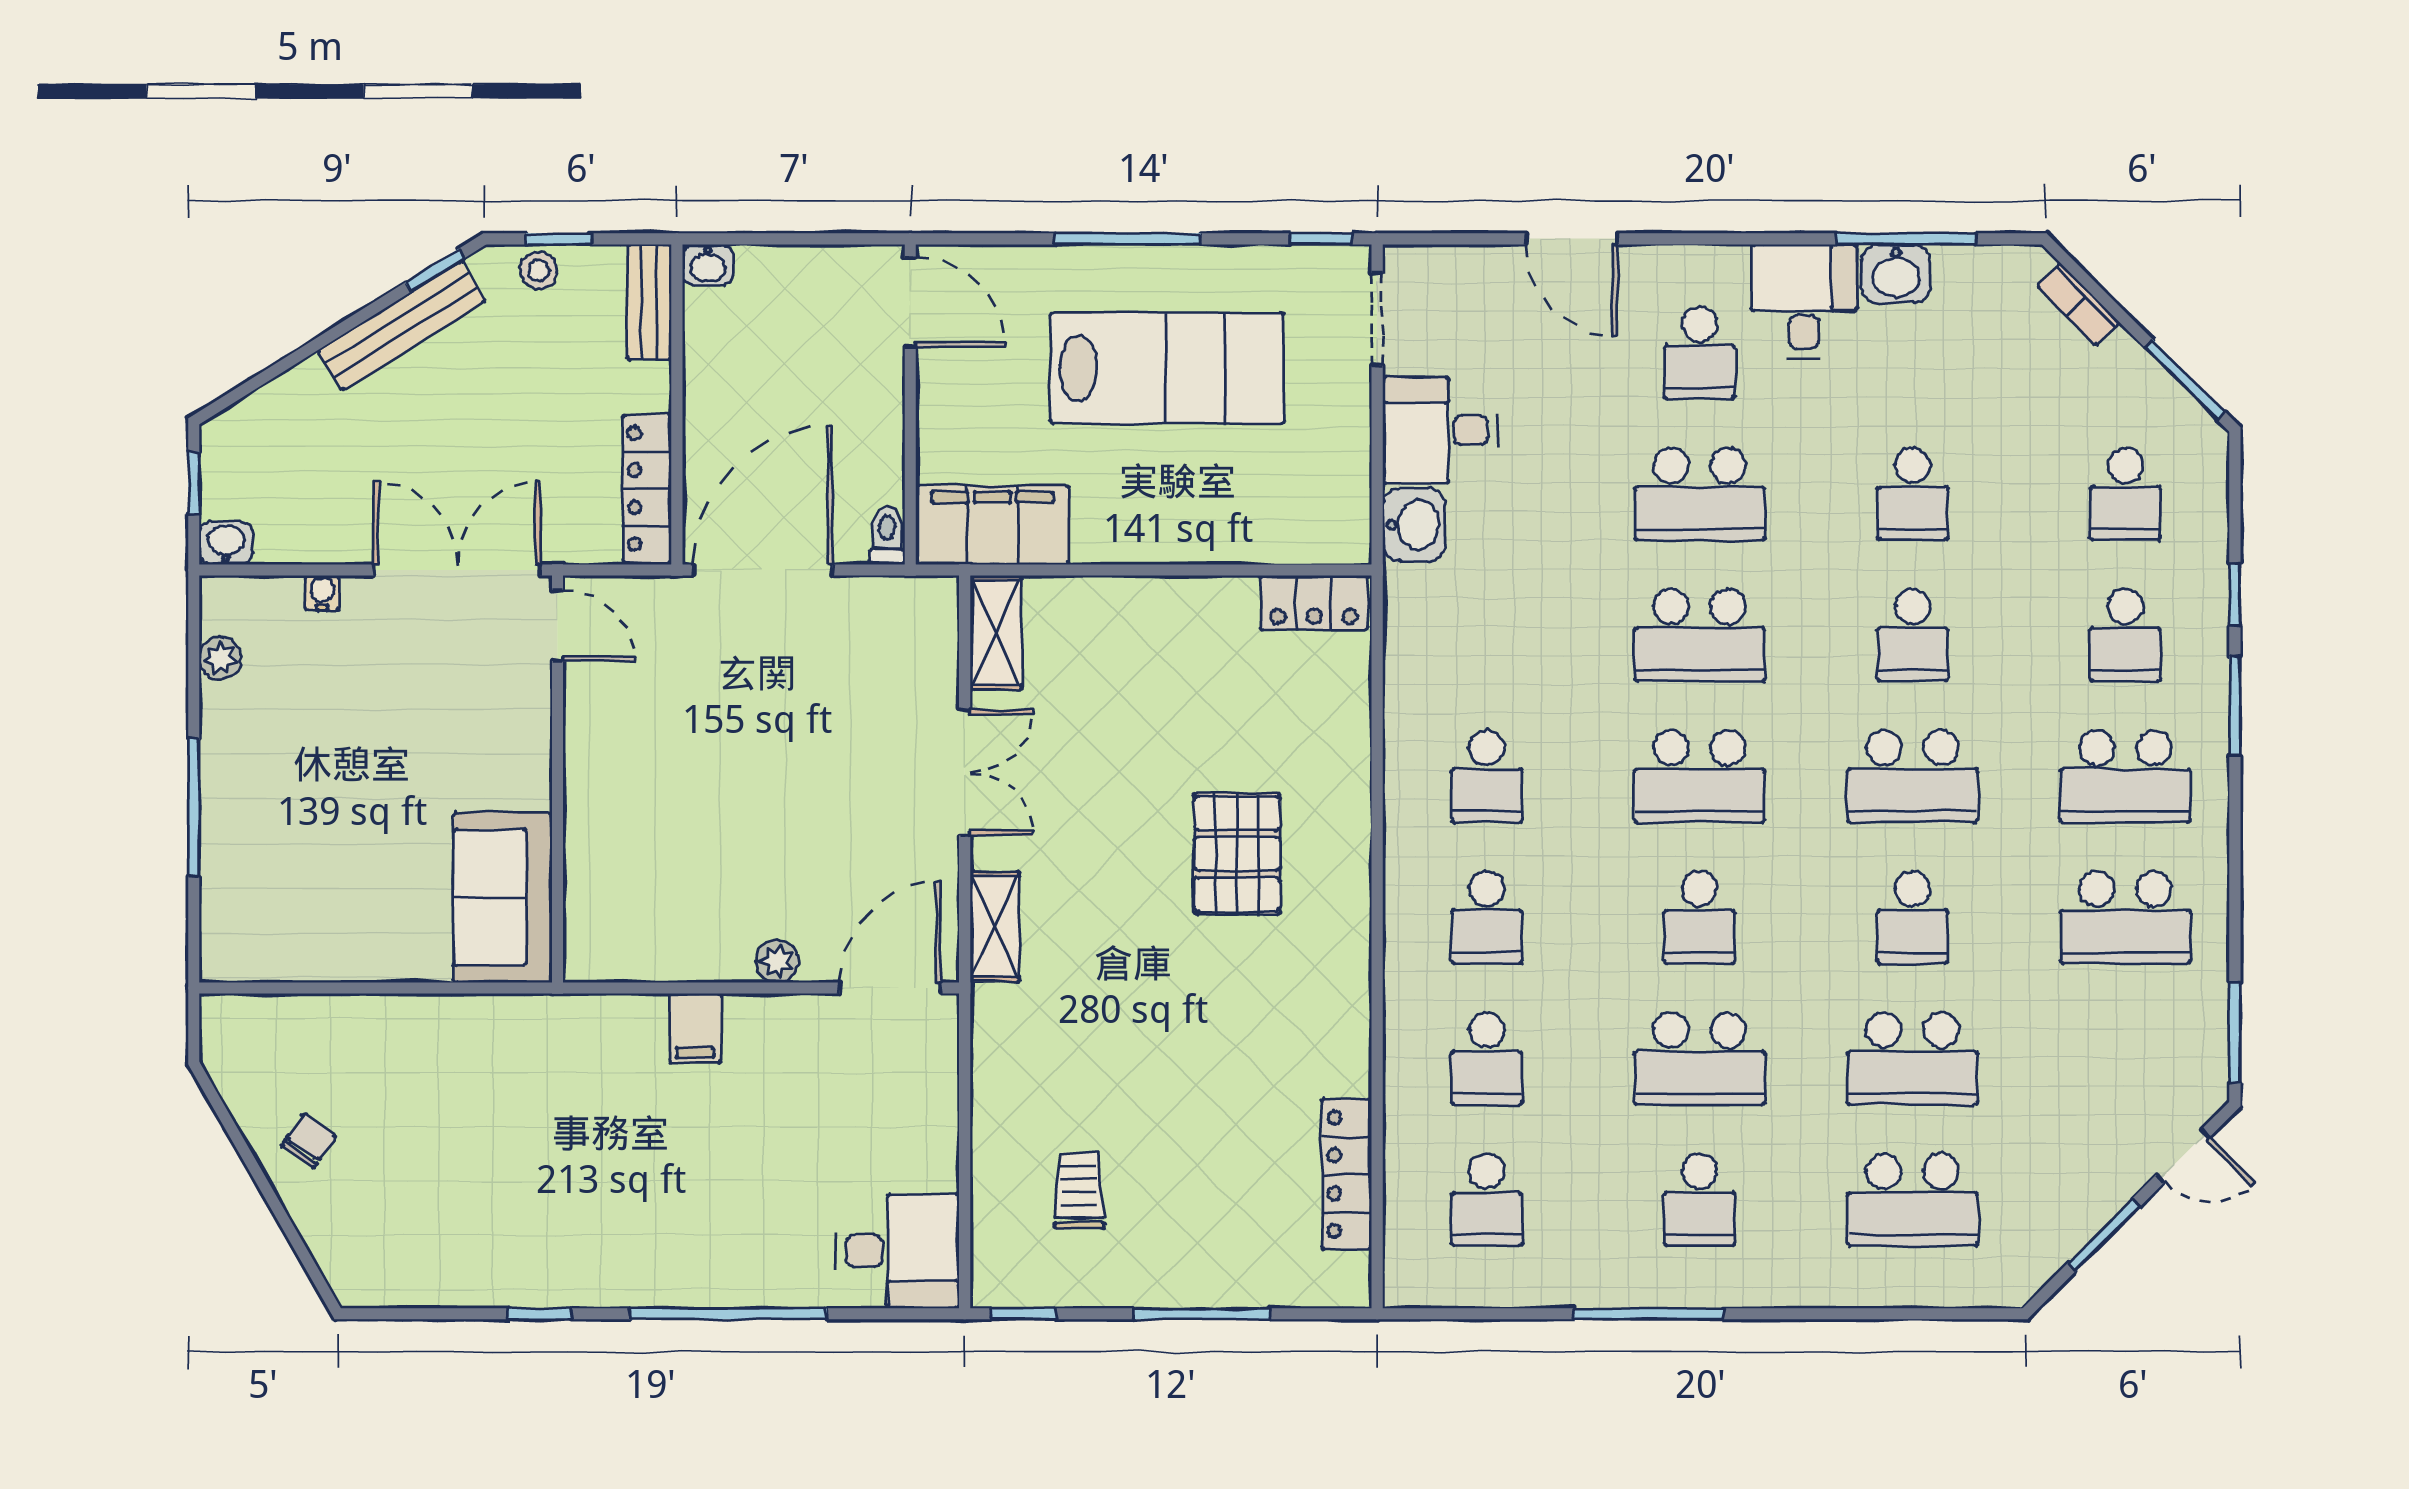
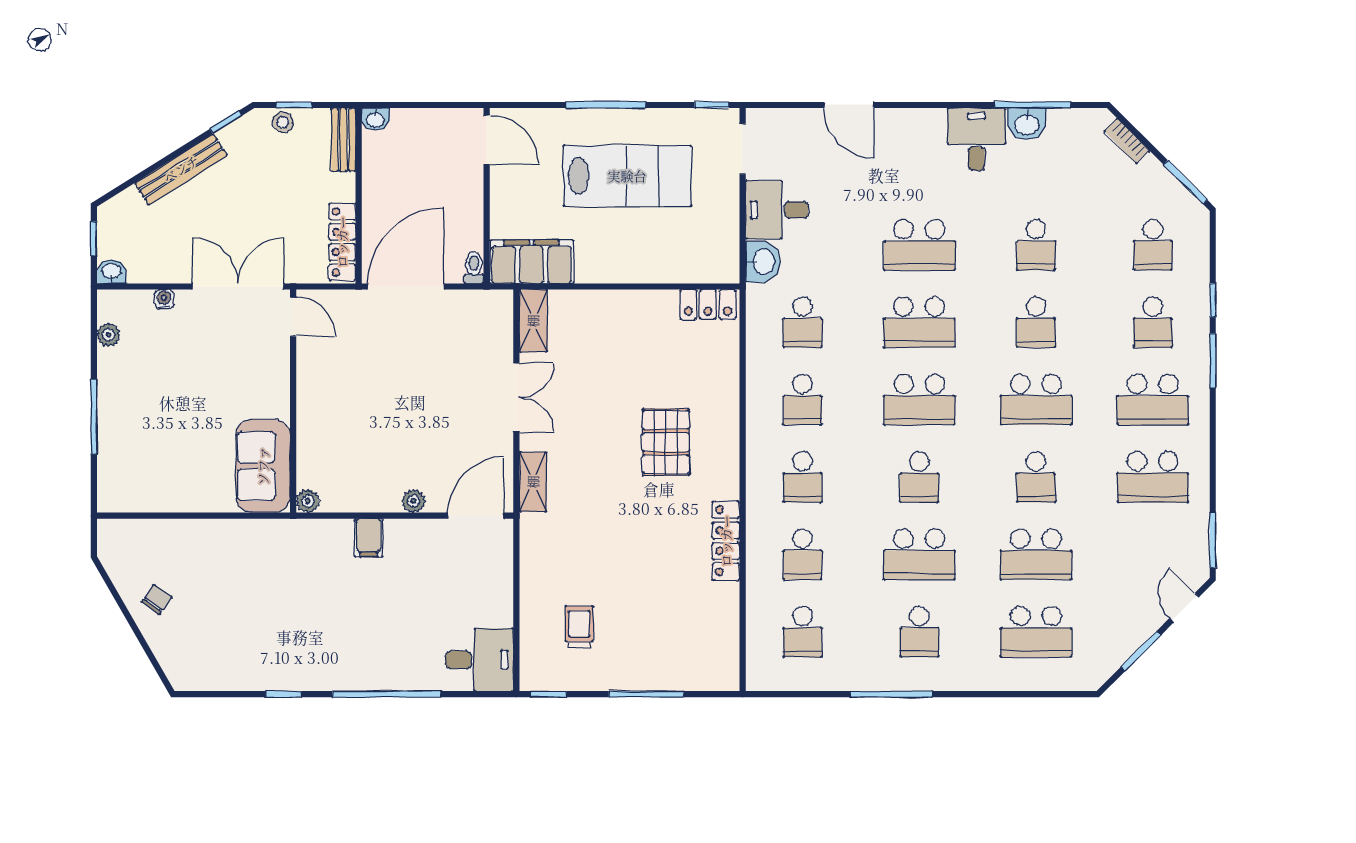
bench: (401, 326) -> (181, 169), moved
school desk: (1700, 353) -> (803, 322), moved
plant: (584, 961) -> (308, 501), added
door: (2183, 1156) -> (1184, 608), swing flipped
locker: (1347, 1174) -> (726, 541), moved

